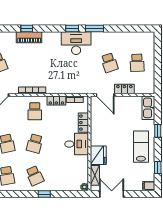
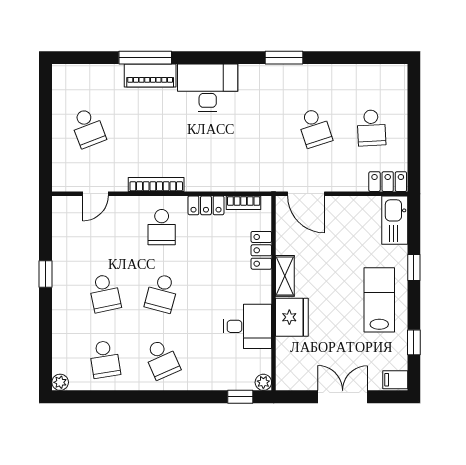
window: (27, 29) -> (145, 58), width x2.17
window: (72, 29) -> (238, 58), removed
desk: (76, 43) -> (208, 88), moved
locker: (124, 89) -> (388, 182), moved
desk: (77, 144) -> (247, 326), moved
shelving: (95, 175) -> (285, 276), moved
window: (44, 194) -> (240, 397), moved
double door: (112, 194) -> (343, 397), moved

